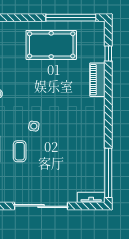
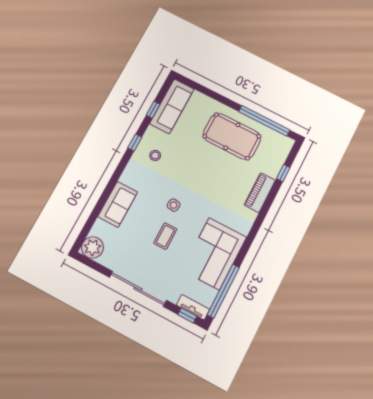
corner sofa: (86, 148) -> (214, 254), added
coffee table: (20, 151) -> (165, 236), moved
window: (90, 206) -> (187, 315), added

